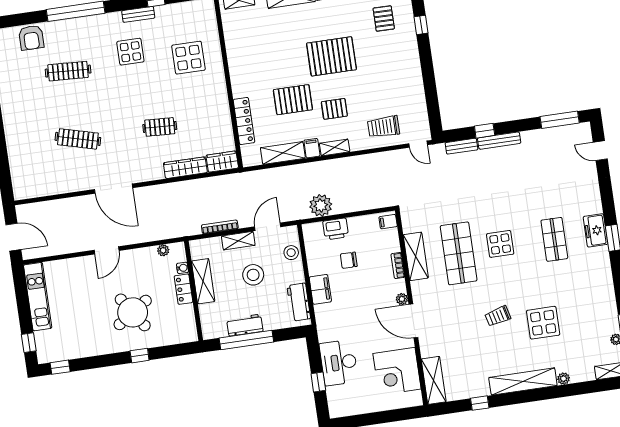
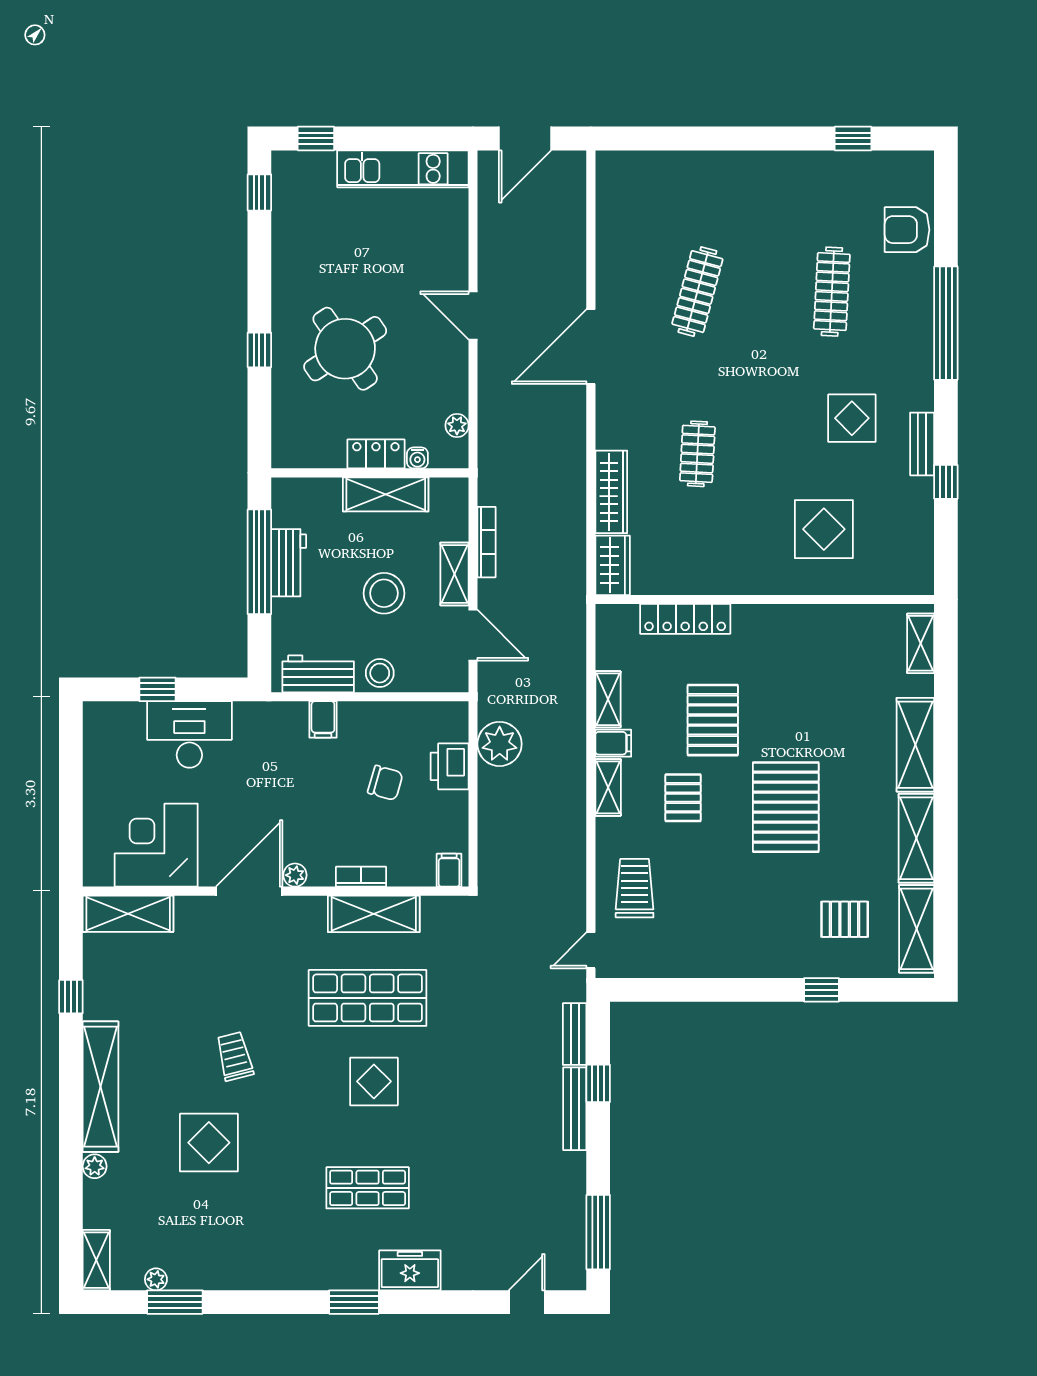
shelving: (283, 153) -> (608, 699), width x0.67, depth x0.75
freezer: (596, 230) -> (410, 1270), moved
stool: (291, 253) -> (380, 673), moved
chair: (349, 260) -> (385, 783), turned 106
filing cabinet: (320, 289) -> (323, 719), width x0.50

